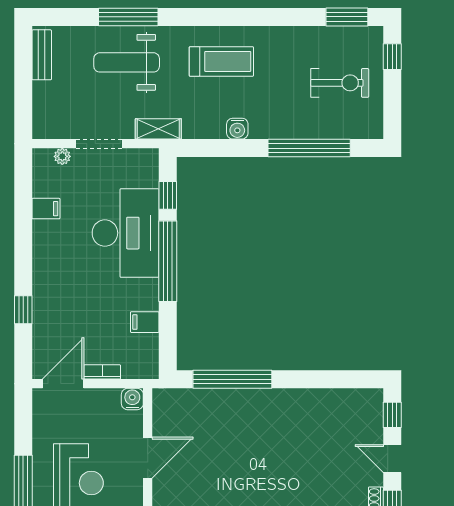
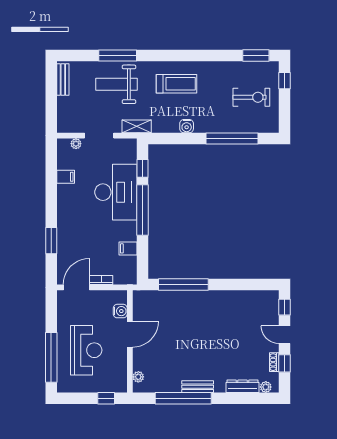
window: (23, 310) -> (51, 241), width x1.50
water cooler: (132, 399) -> (120, 311), moved, turned 90

